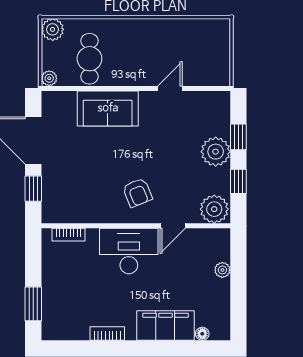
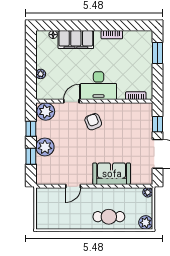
cafe table: (89, 59) -> (109, 217), moved, turned 90

